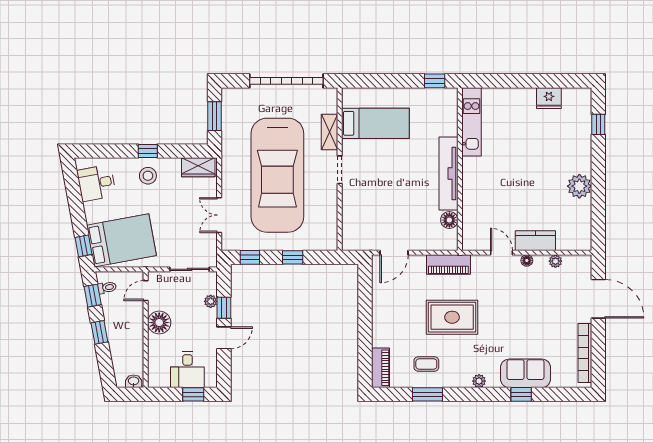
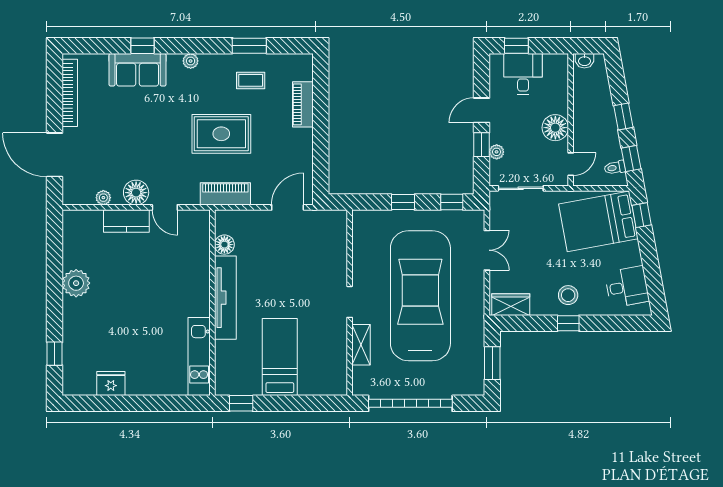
bed: (375, 123) -> (280, 357), moved, turned 90
floor lamp: (527, 260) -> (136, 193), width x1.89, depth x1.89
piano: (381, 368) -> (303, 104), moved

